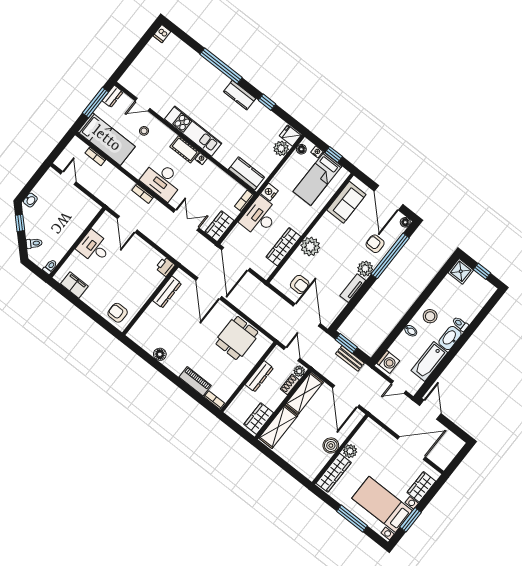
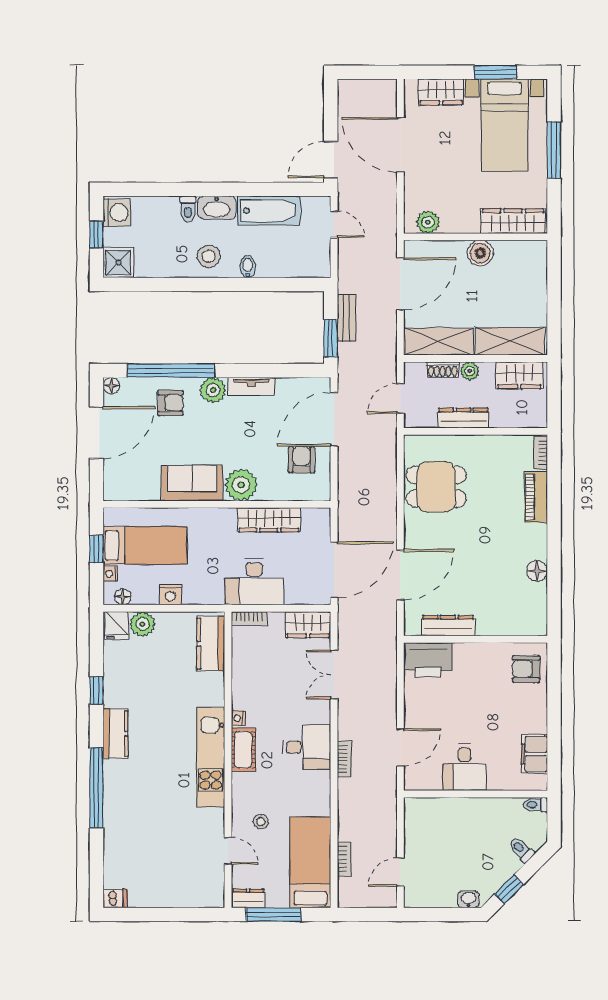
desk: (162, 180) -> (307, 747), width x0.73
nightstand: (269, 192) -> (171, 595), moved
sofa: (346, 202) -> (192, 483), moved
armchair: (375, 244) -> (171, 403), turned -90
printer: (165, 267) -> (428, 660), width x1.87, depth x1.48
armchair: (118, 313) -> (526, 669), turned 90
washing machine: (388, 362) -> (117, 213), moved, turned 90
plant: (299, 371) -> (470, 371), moved
plant: (350, 451) -> (428, 222), moved

